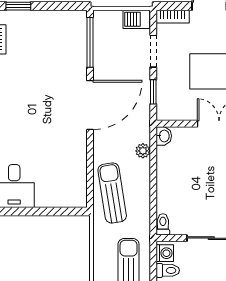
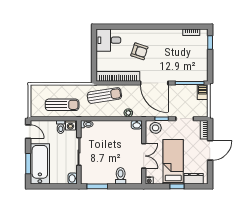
barbecue: (136, 19) -> (203, 92), moved
stool: (169, 103) -> (156, 128), added
armchair: (34, 131) -> (139, 51), added
bookcase: (78, 169) -> (118, 76), added

